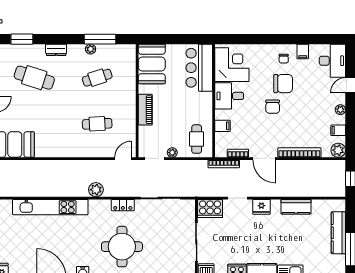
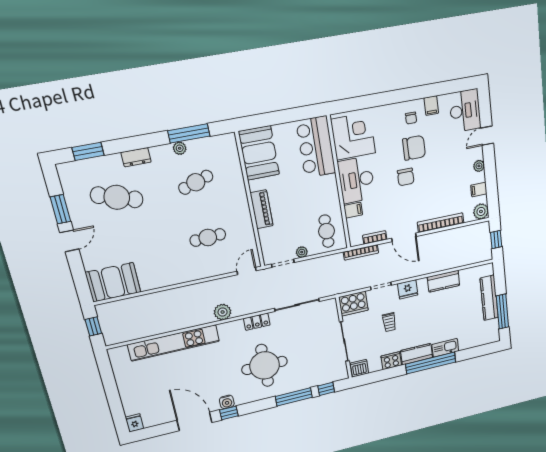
desk: (229, 96) -> (356, 180), width x1.37
trolley: (240, 234) -> (389, 322), added

